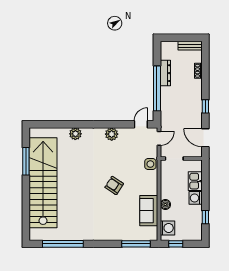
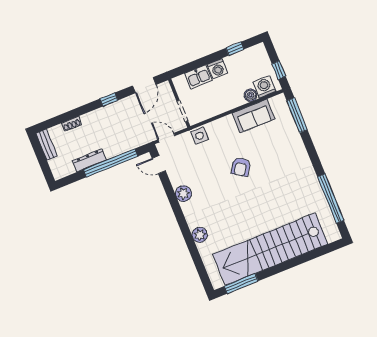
window: (26, 161) -> (241, 284), moved
boiler: (165, 205) -> (251, 95), moved

